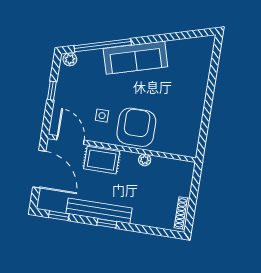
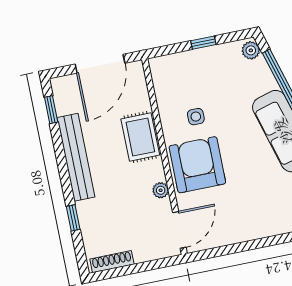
armchair: (136, 127) -> (197, 165), turned -90
door: (70, 140) -> (179, 230), moved
window: (107, 223) -> (73, 218), moved

